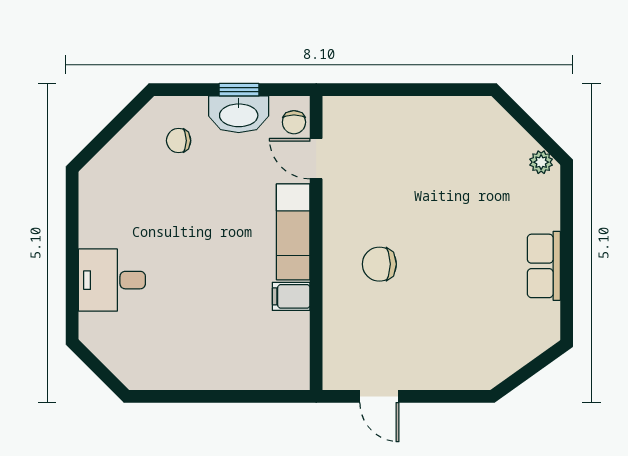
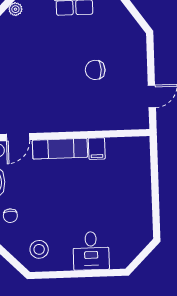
stool: (118, 189) -> (39, 249), added
chair: (379, 264) -> (95, 70), moved, turned 90

